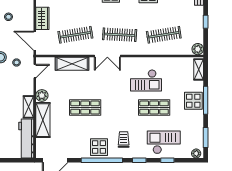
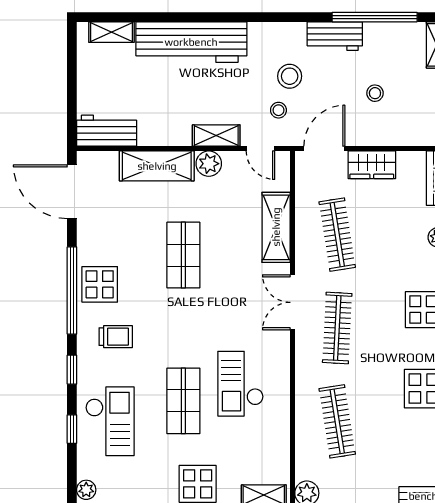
shelving: (29, 107) -> (216, 135), moved
workbench: (26, 139) -> (107, 131), width x0.73

